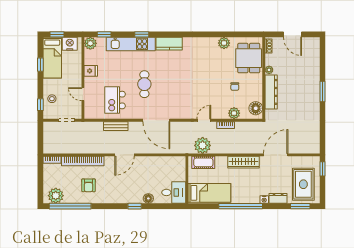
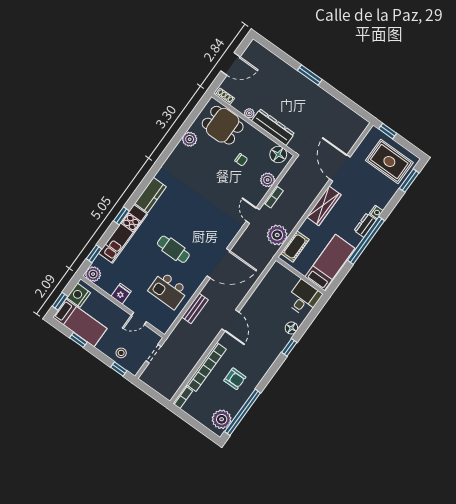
dresser: (278, 198) -> (365, 225), moved

